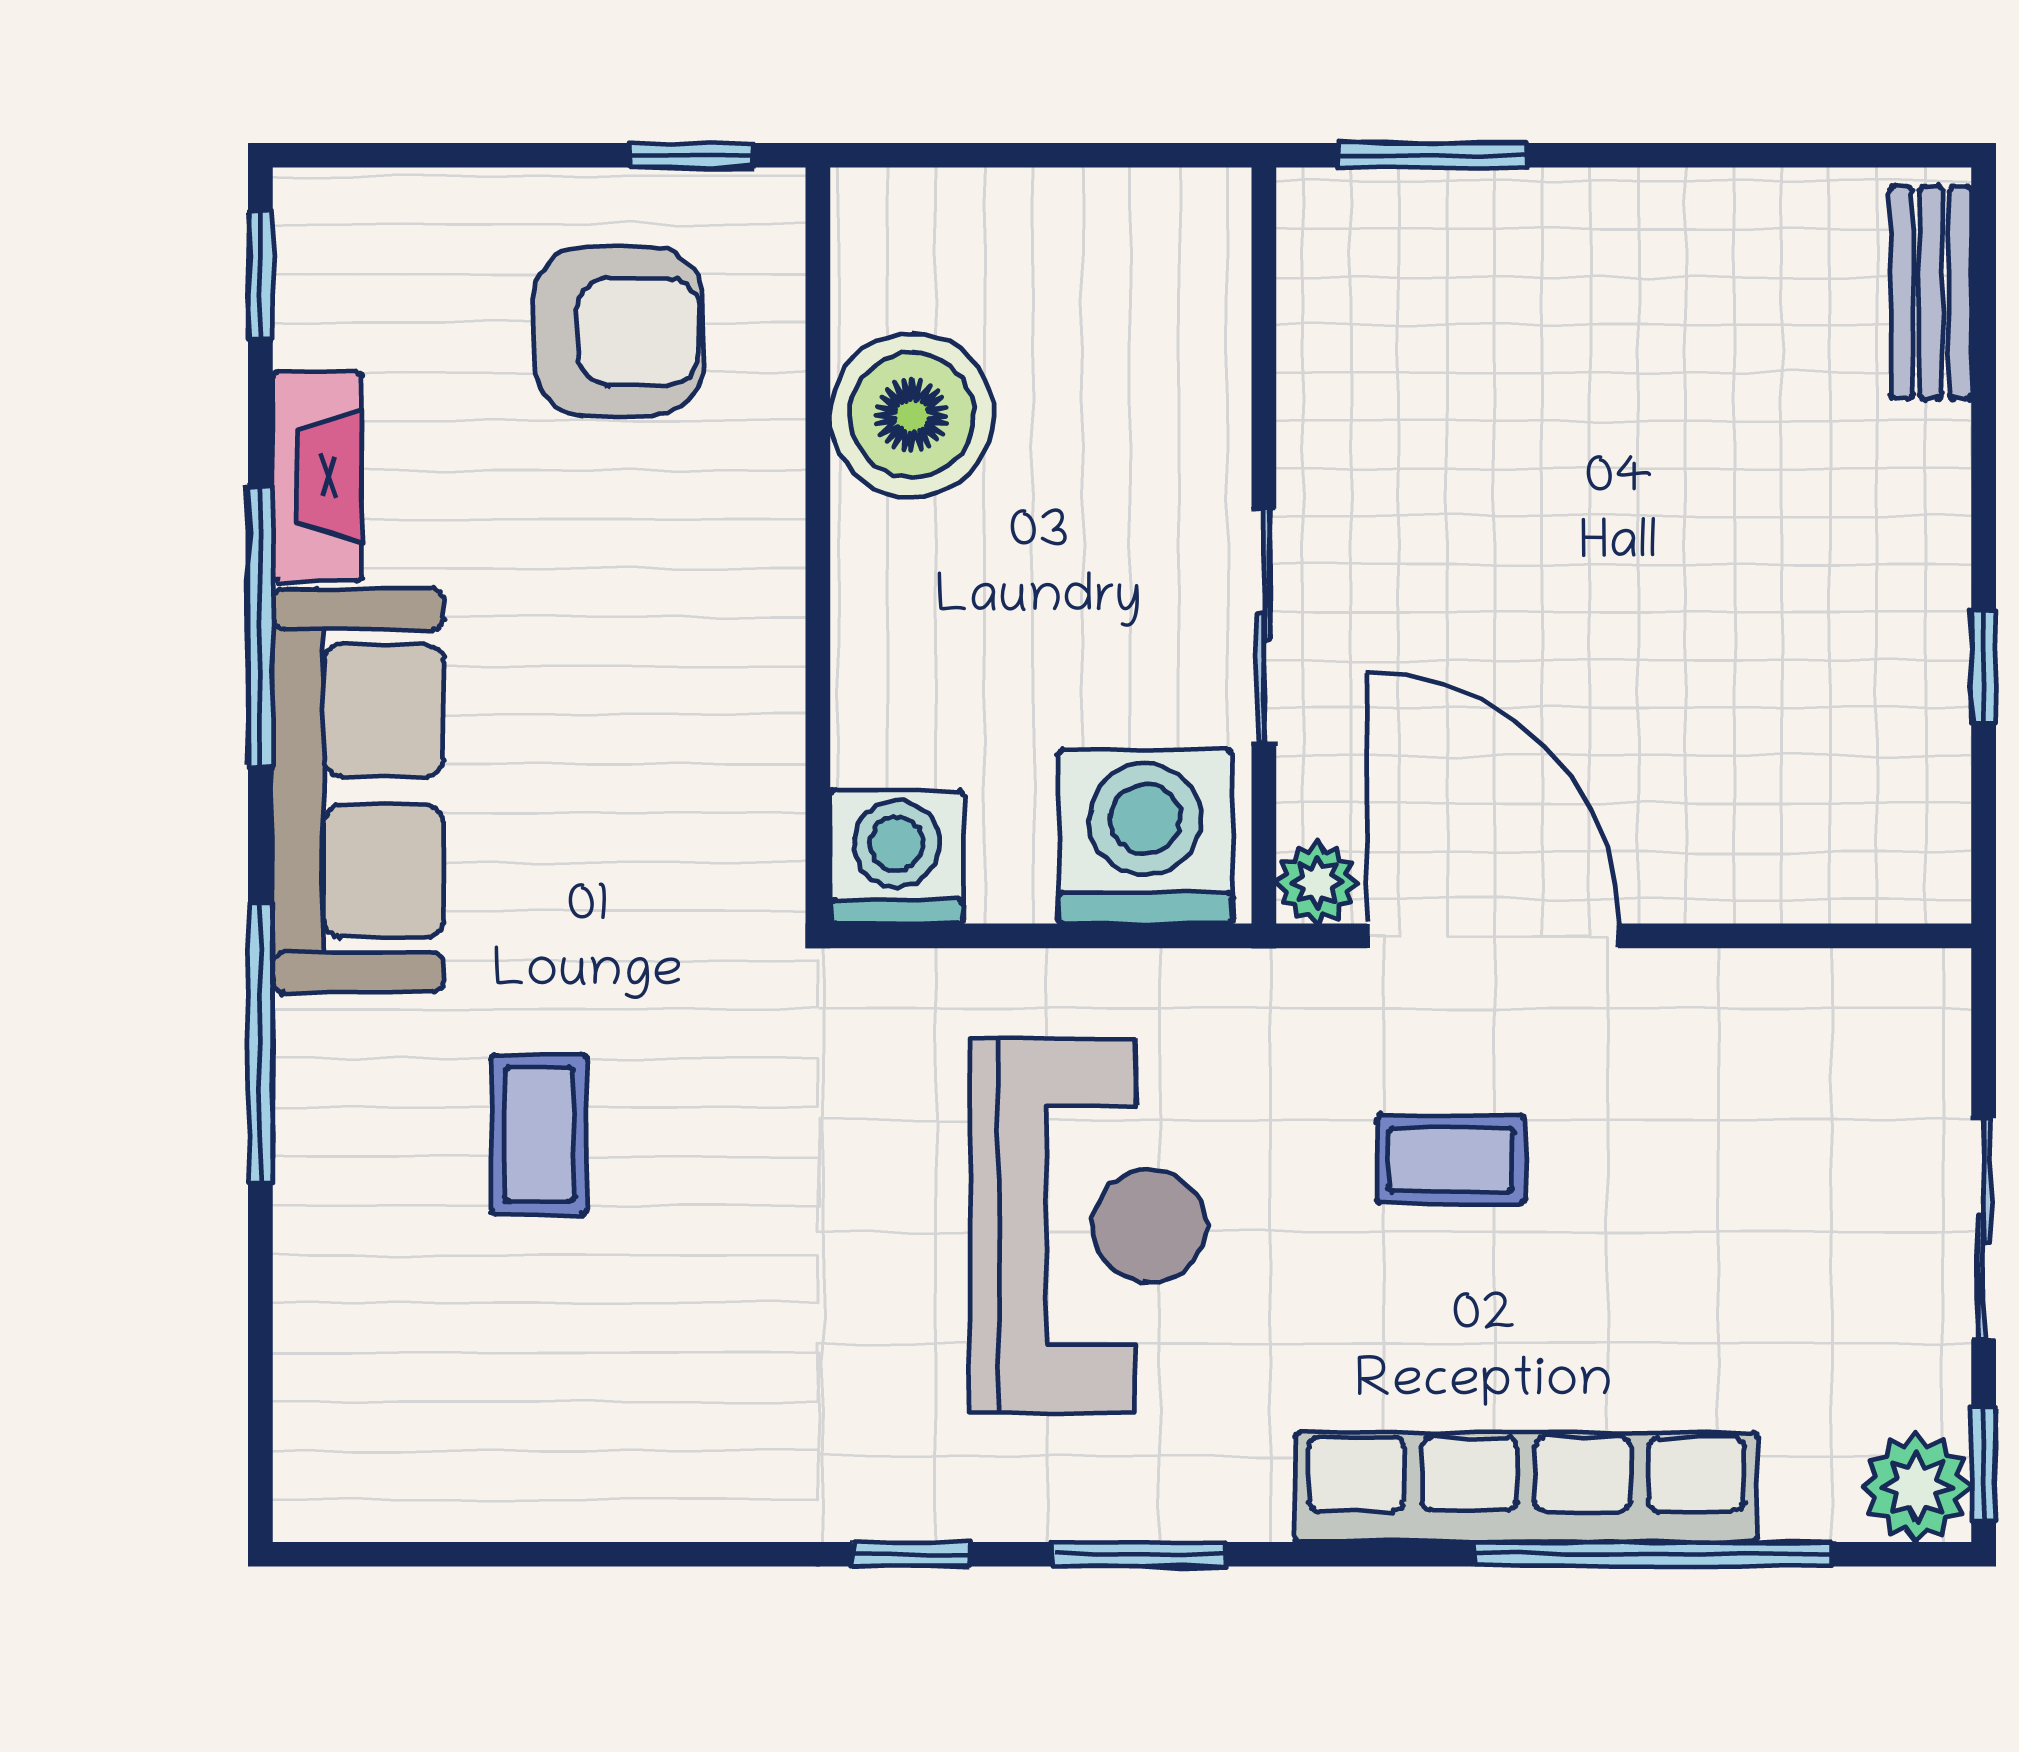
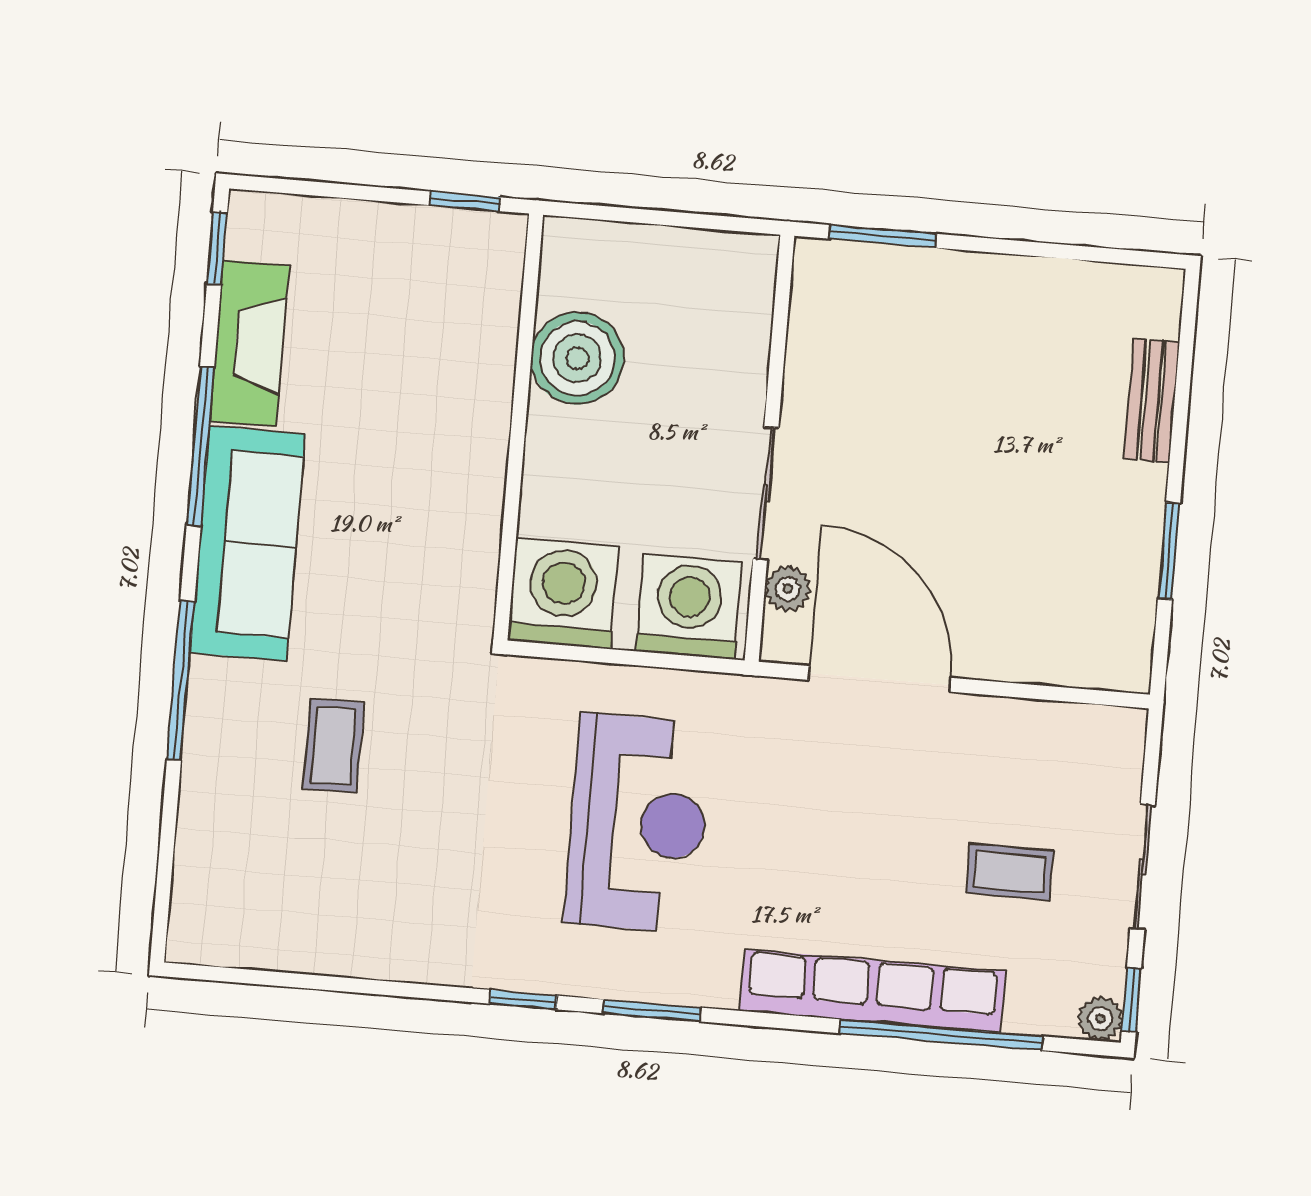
bench: (1931, 293) -> (1152, 400), moved
armchair: (618, 331) -> (416, 297), removed
fireplace: (317, 476) -> (249, 343), width x1.37, depth x1.32
window: (1984, 667) -> (1169, 551), width x1.50
washing machine: (897, 857) -> (563, 593), width x1.37, depth x1.37
plant: (1317, 883) -> (788, 589), moved
coffee table: (1451, 1159) -> (1010, 872), moved
plant: (1917, 1487) -> (1100, 1019), width x0.73, depth x0.73

